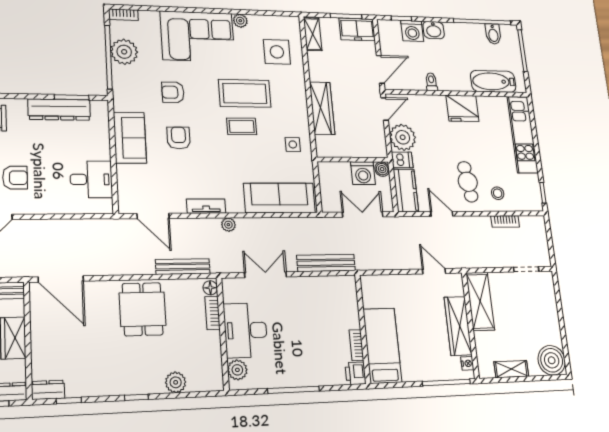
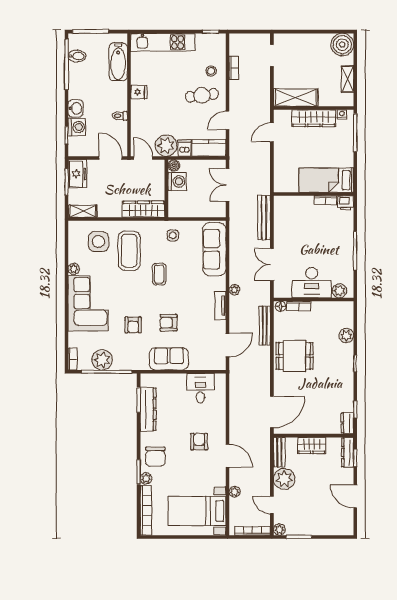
coffee table: (245, 93) -> (129, 251), moved
fridge: (462, 108) -> (139, 92), width x0.53, depth x0.75
wall: (353, 160) -> (166, 189), moved
boiler: (382, 169) -> (174, 165), moved
washing machine: (363, 173) -> (177, 181), moved

